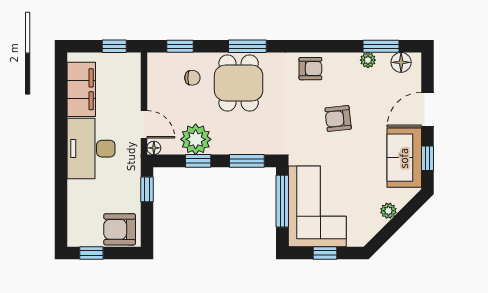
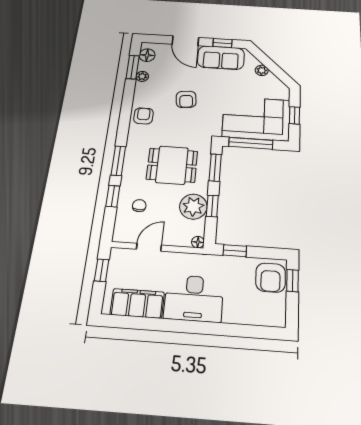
window: (180, 46) -> (113, 196), moved
dining table: (239, 83) -> (172, 165), moved
door: (144, 124) -> (149, 247), moved
window: (91, 253) -> (292, 281), moved

